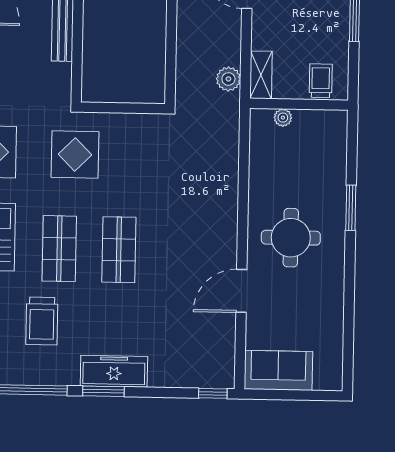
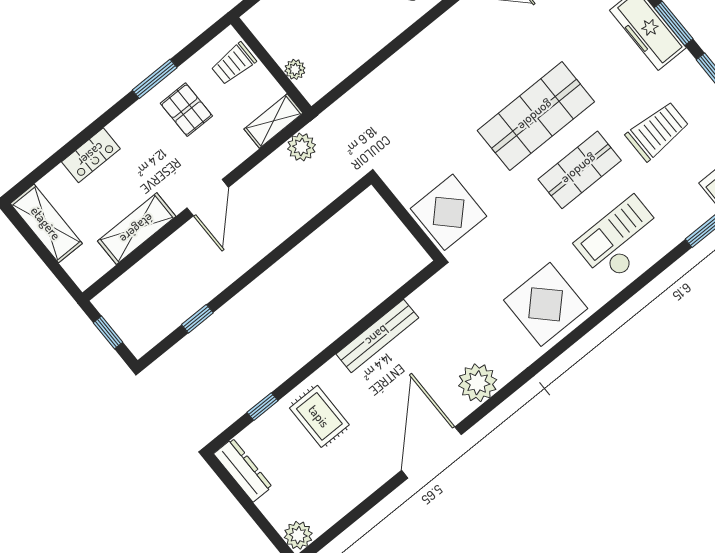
pallet: (317, 24) -> (186, 110), added
display table: (75, 154) -> (449, 212), moved
shop shelf: (119, 250) -> (536, 116), width x1.43, depth x1.36

